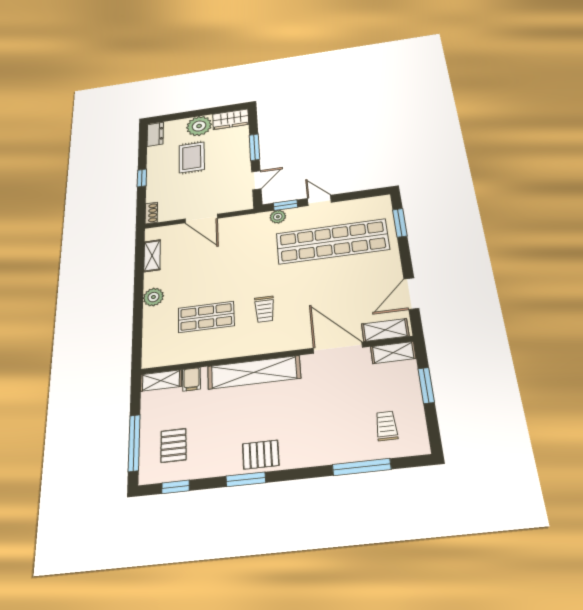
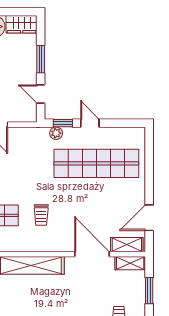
door: (256, 180) -> (41, 94), swing flipped
window: (400, 223) -> (149, 155), removed

